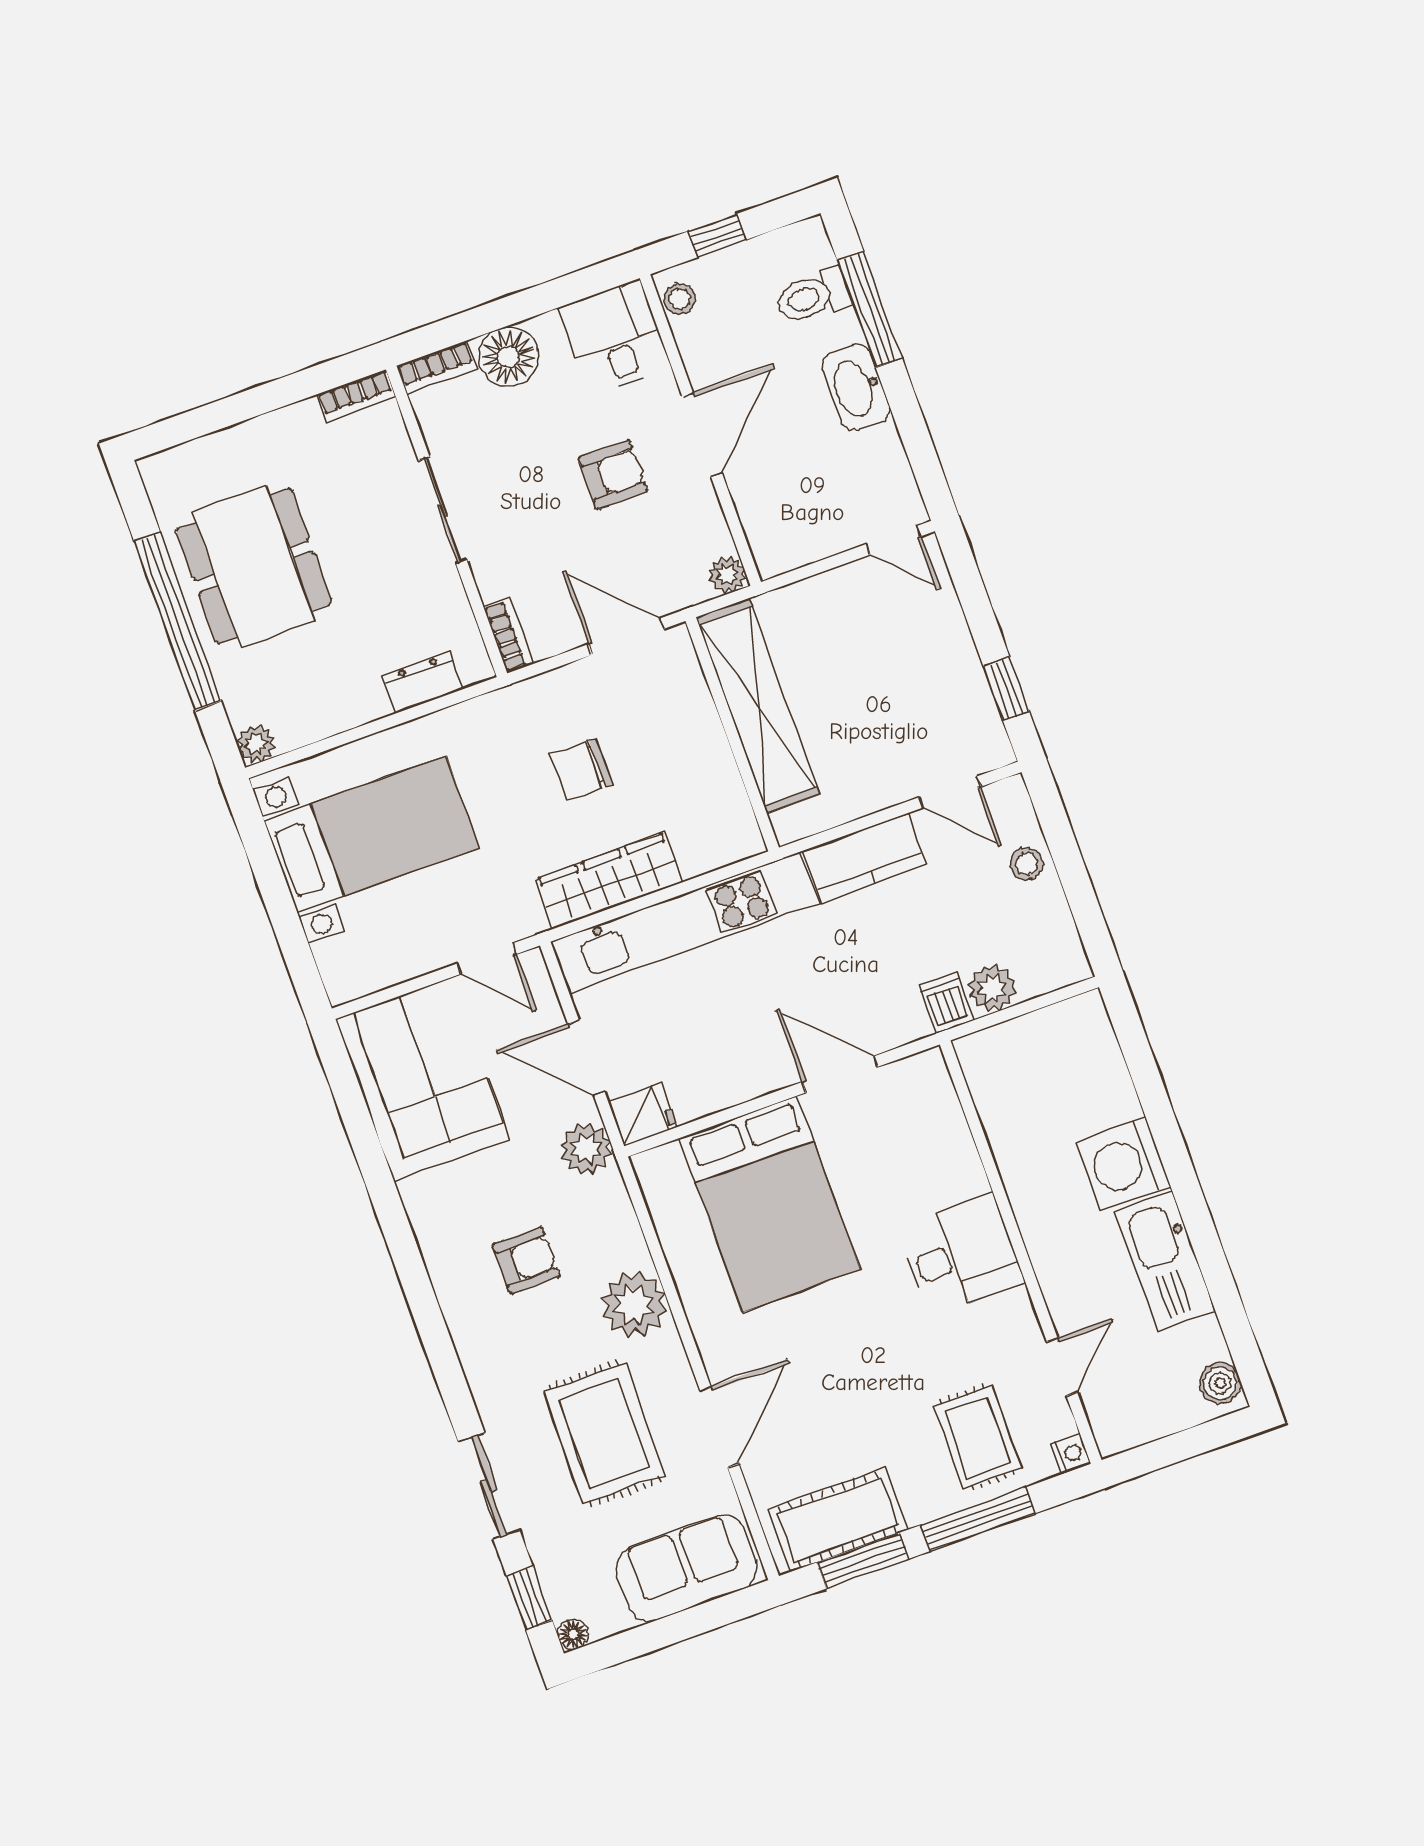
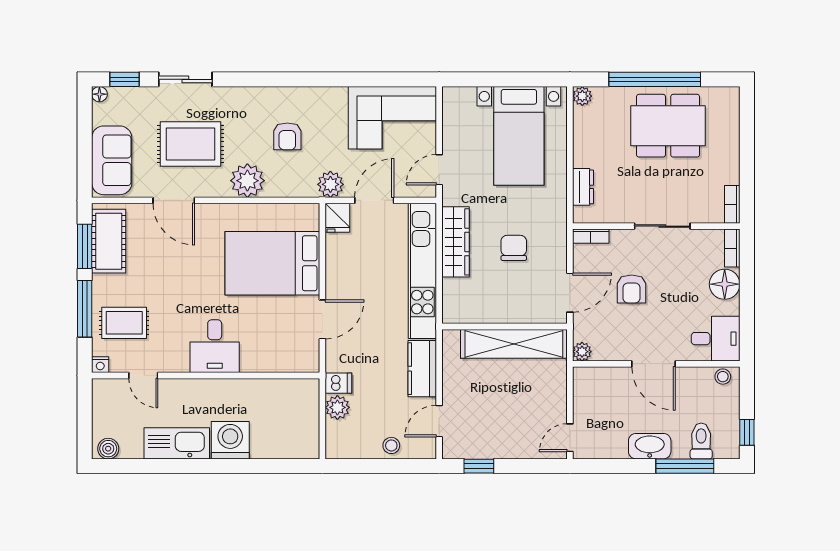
window: (717, 236) -> (747, 432), moved
armchair: (613, 475) -> (632, 289), moved

